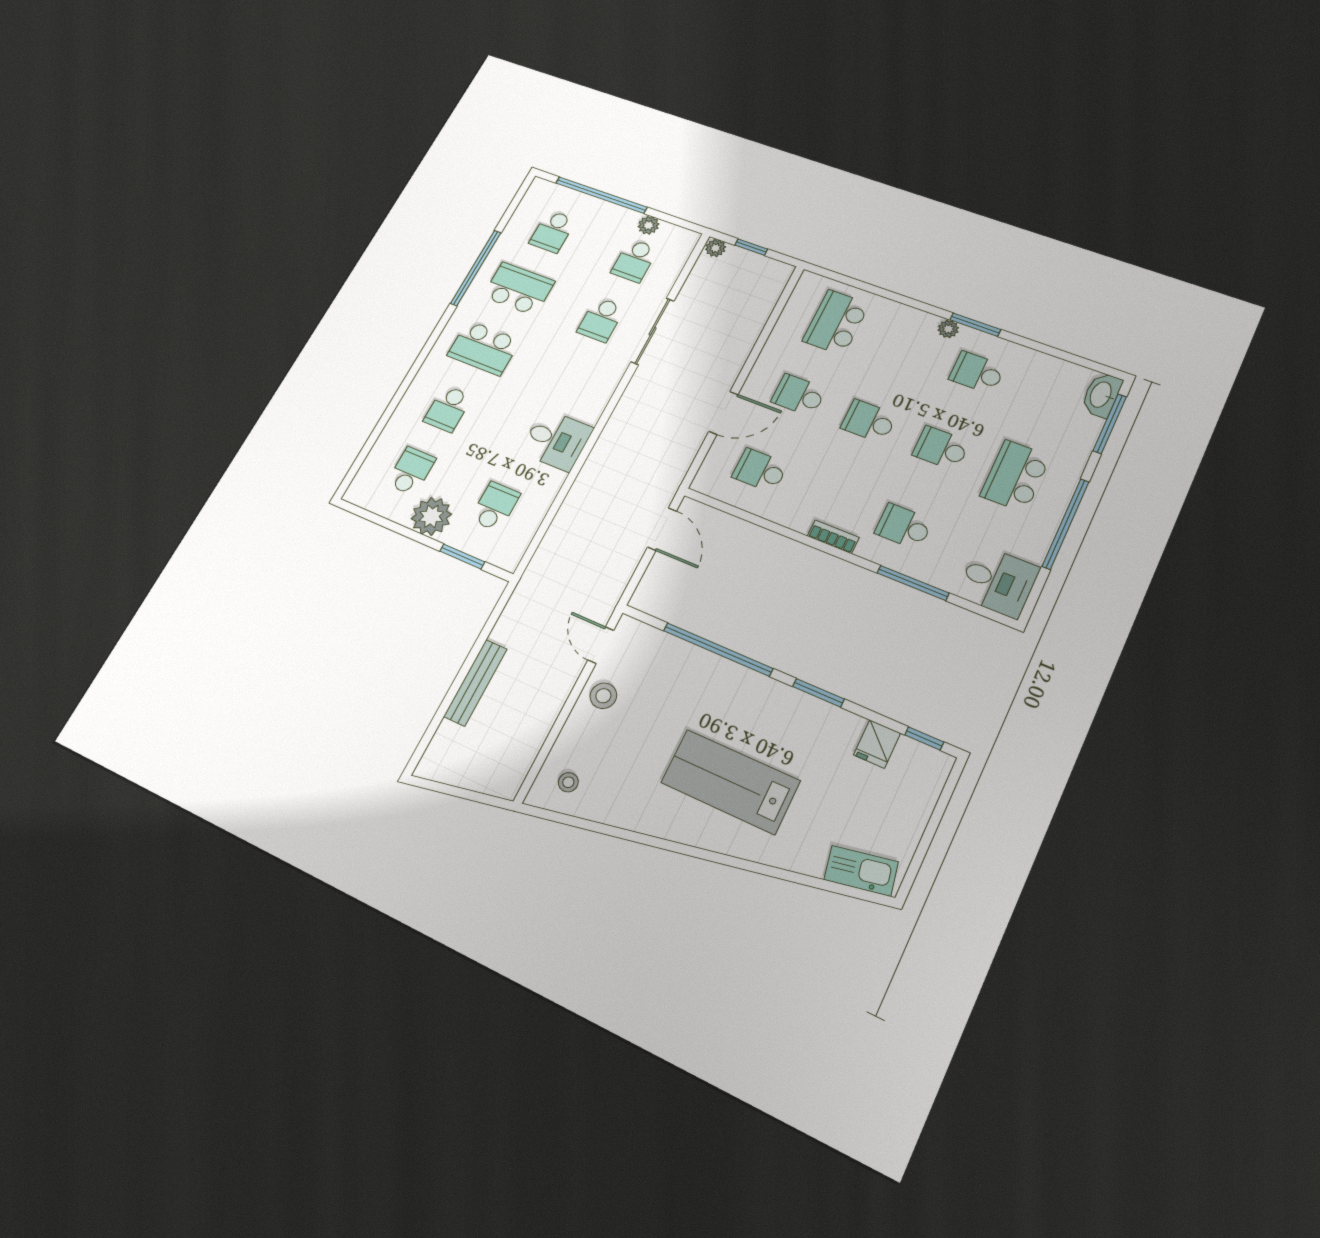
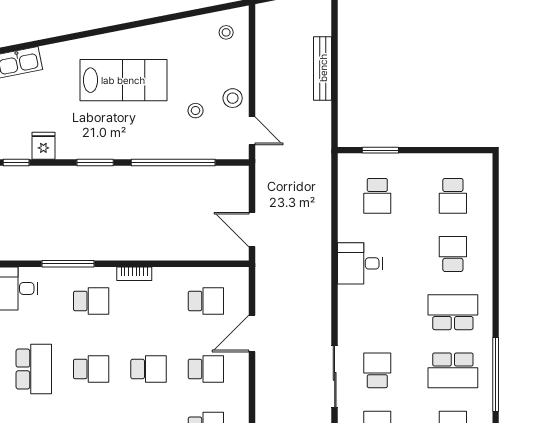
plant: (431, 516) -> (419, 169), removed
stool: (657, 701) -> (196, 111), added

